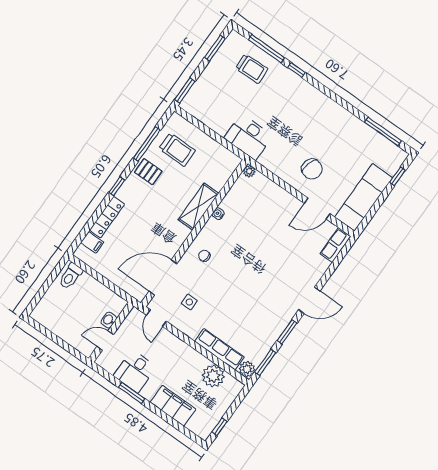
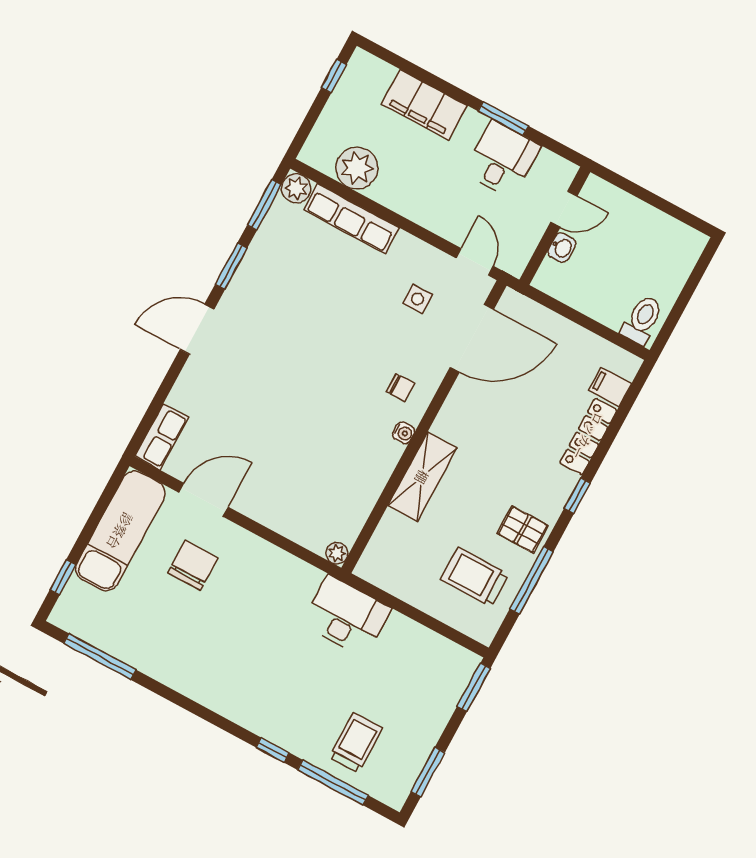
trolley: (252, 69) -> (356, 743), turned 92
chair: (312, 169) -> (193, 565), moved, turned 74
water cooler: (218, 214) -> (404, 433), moved

